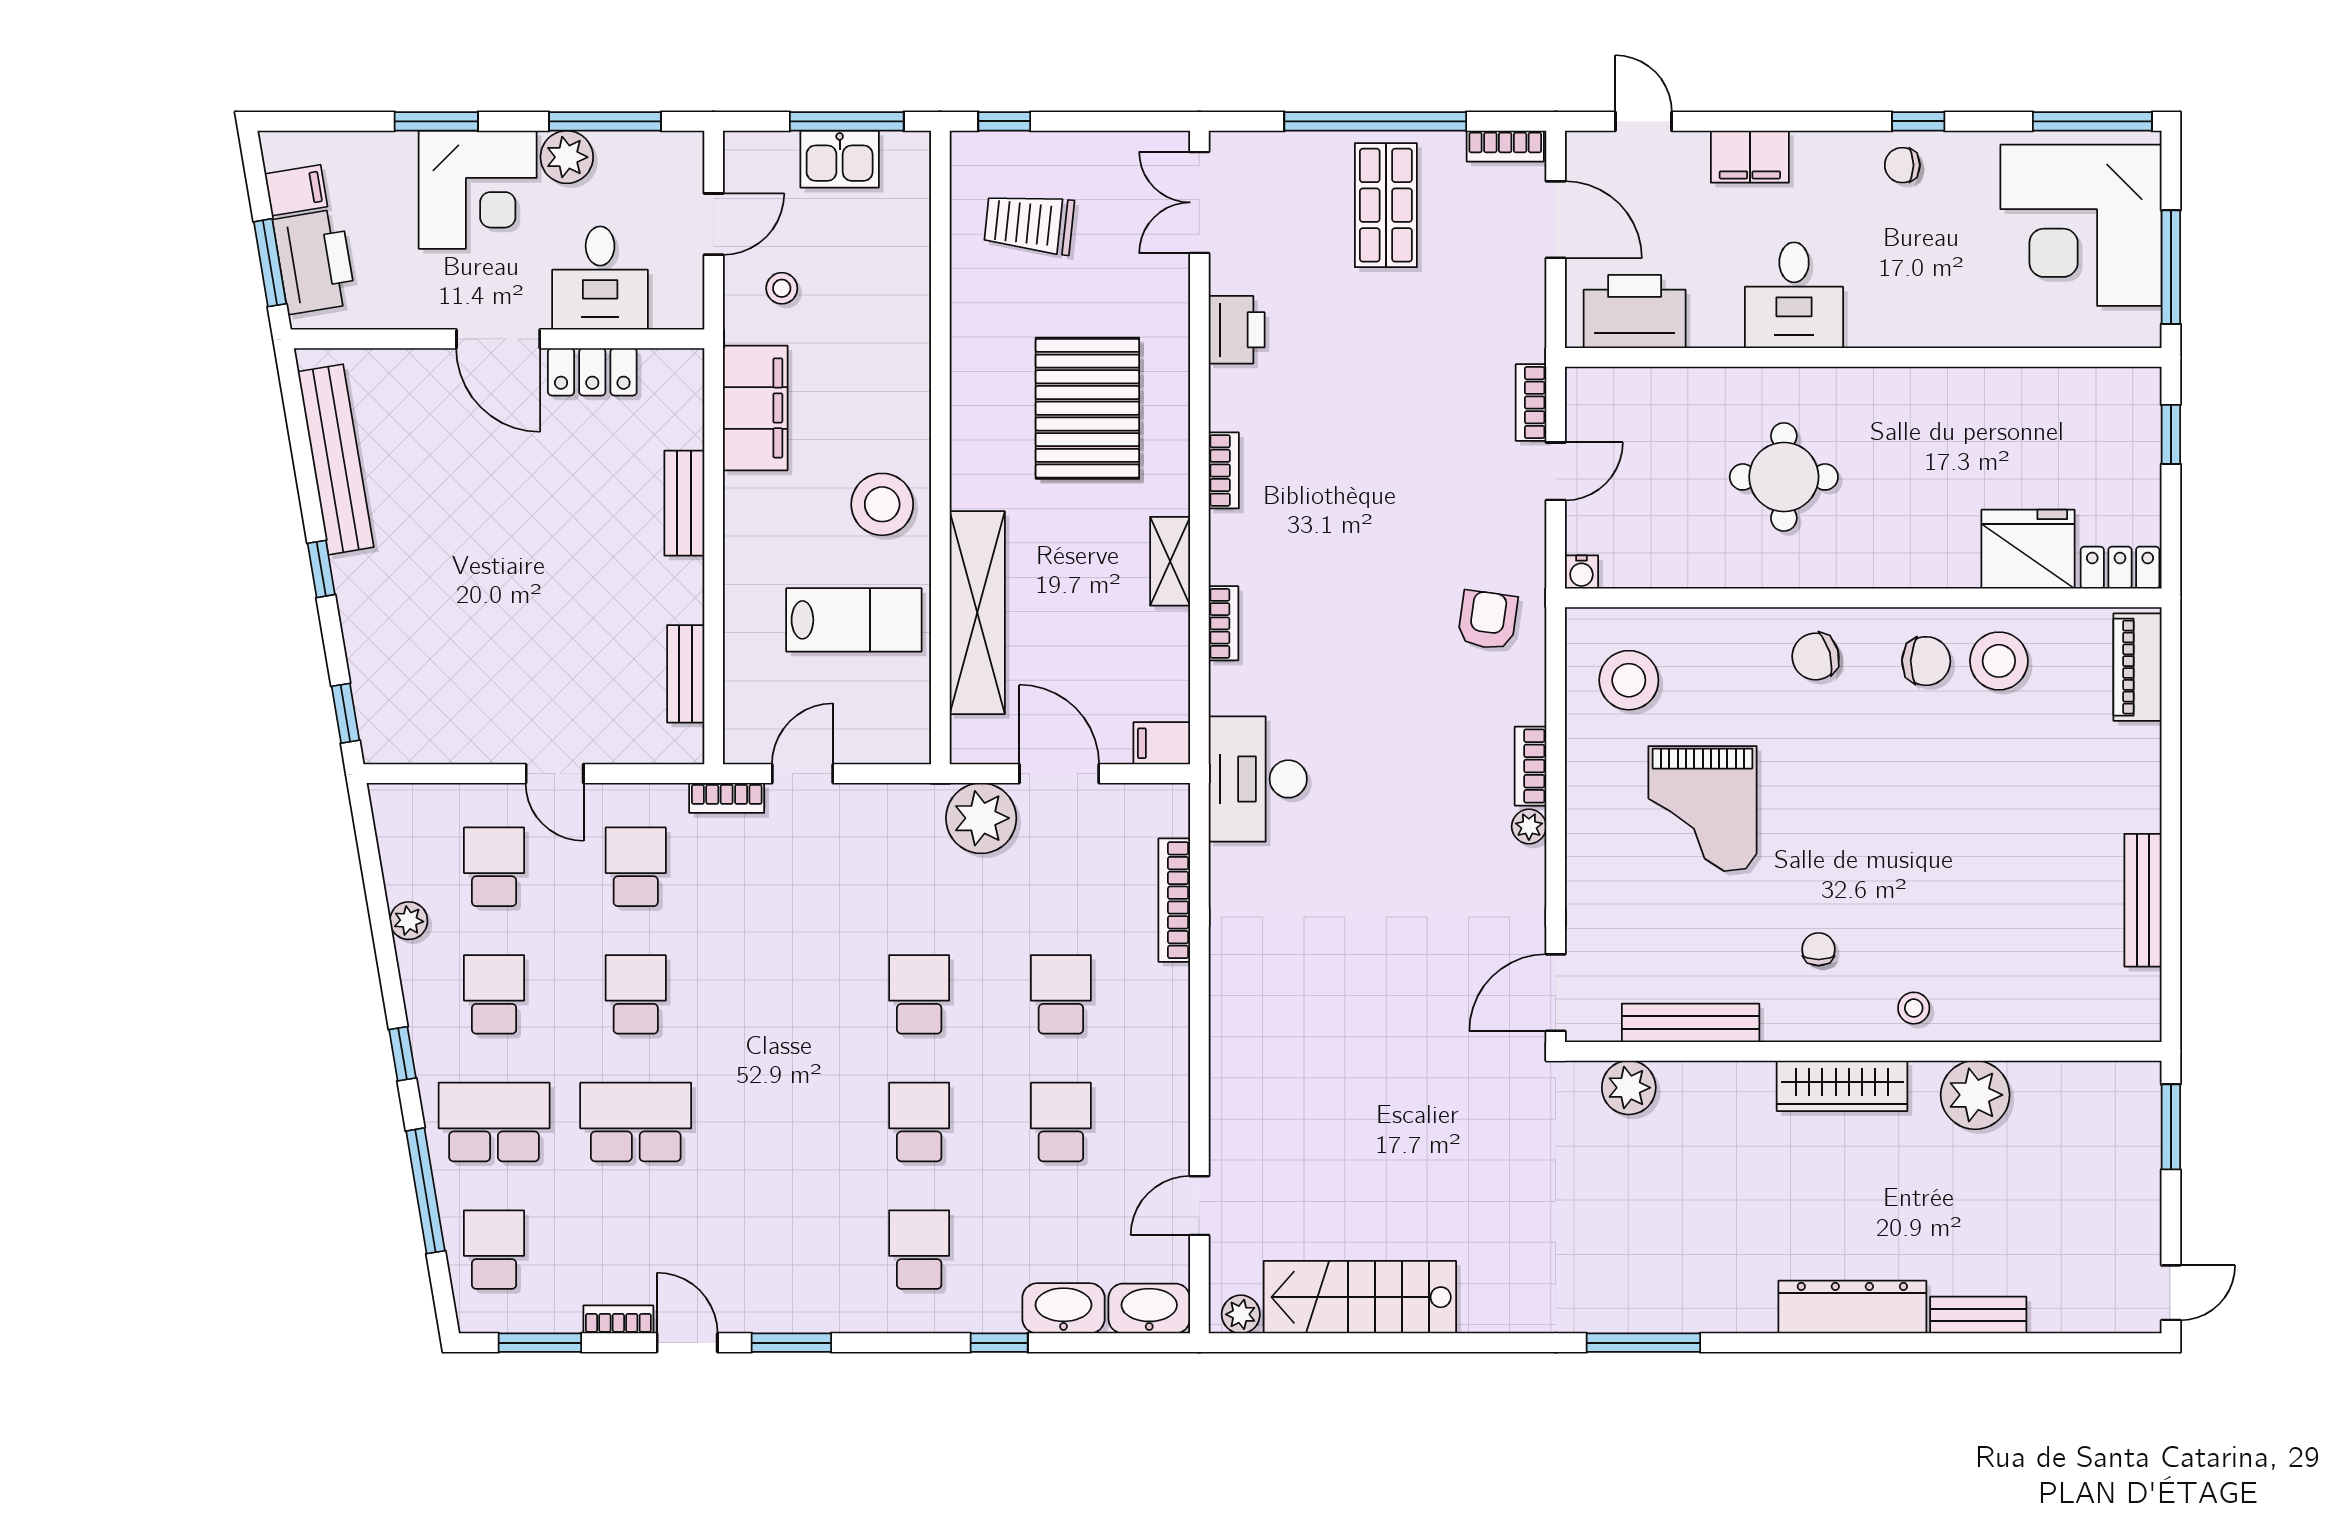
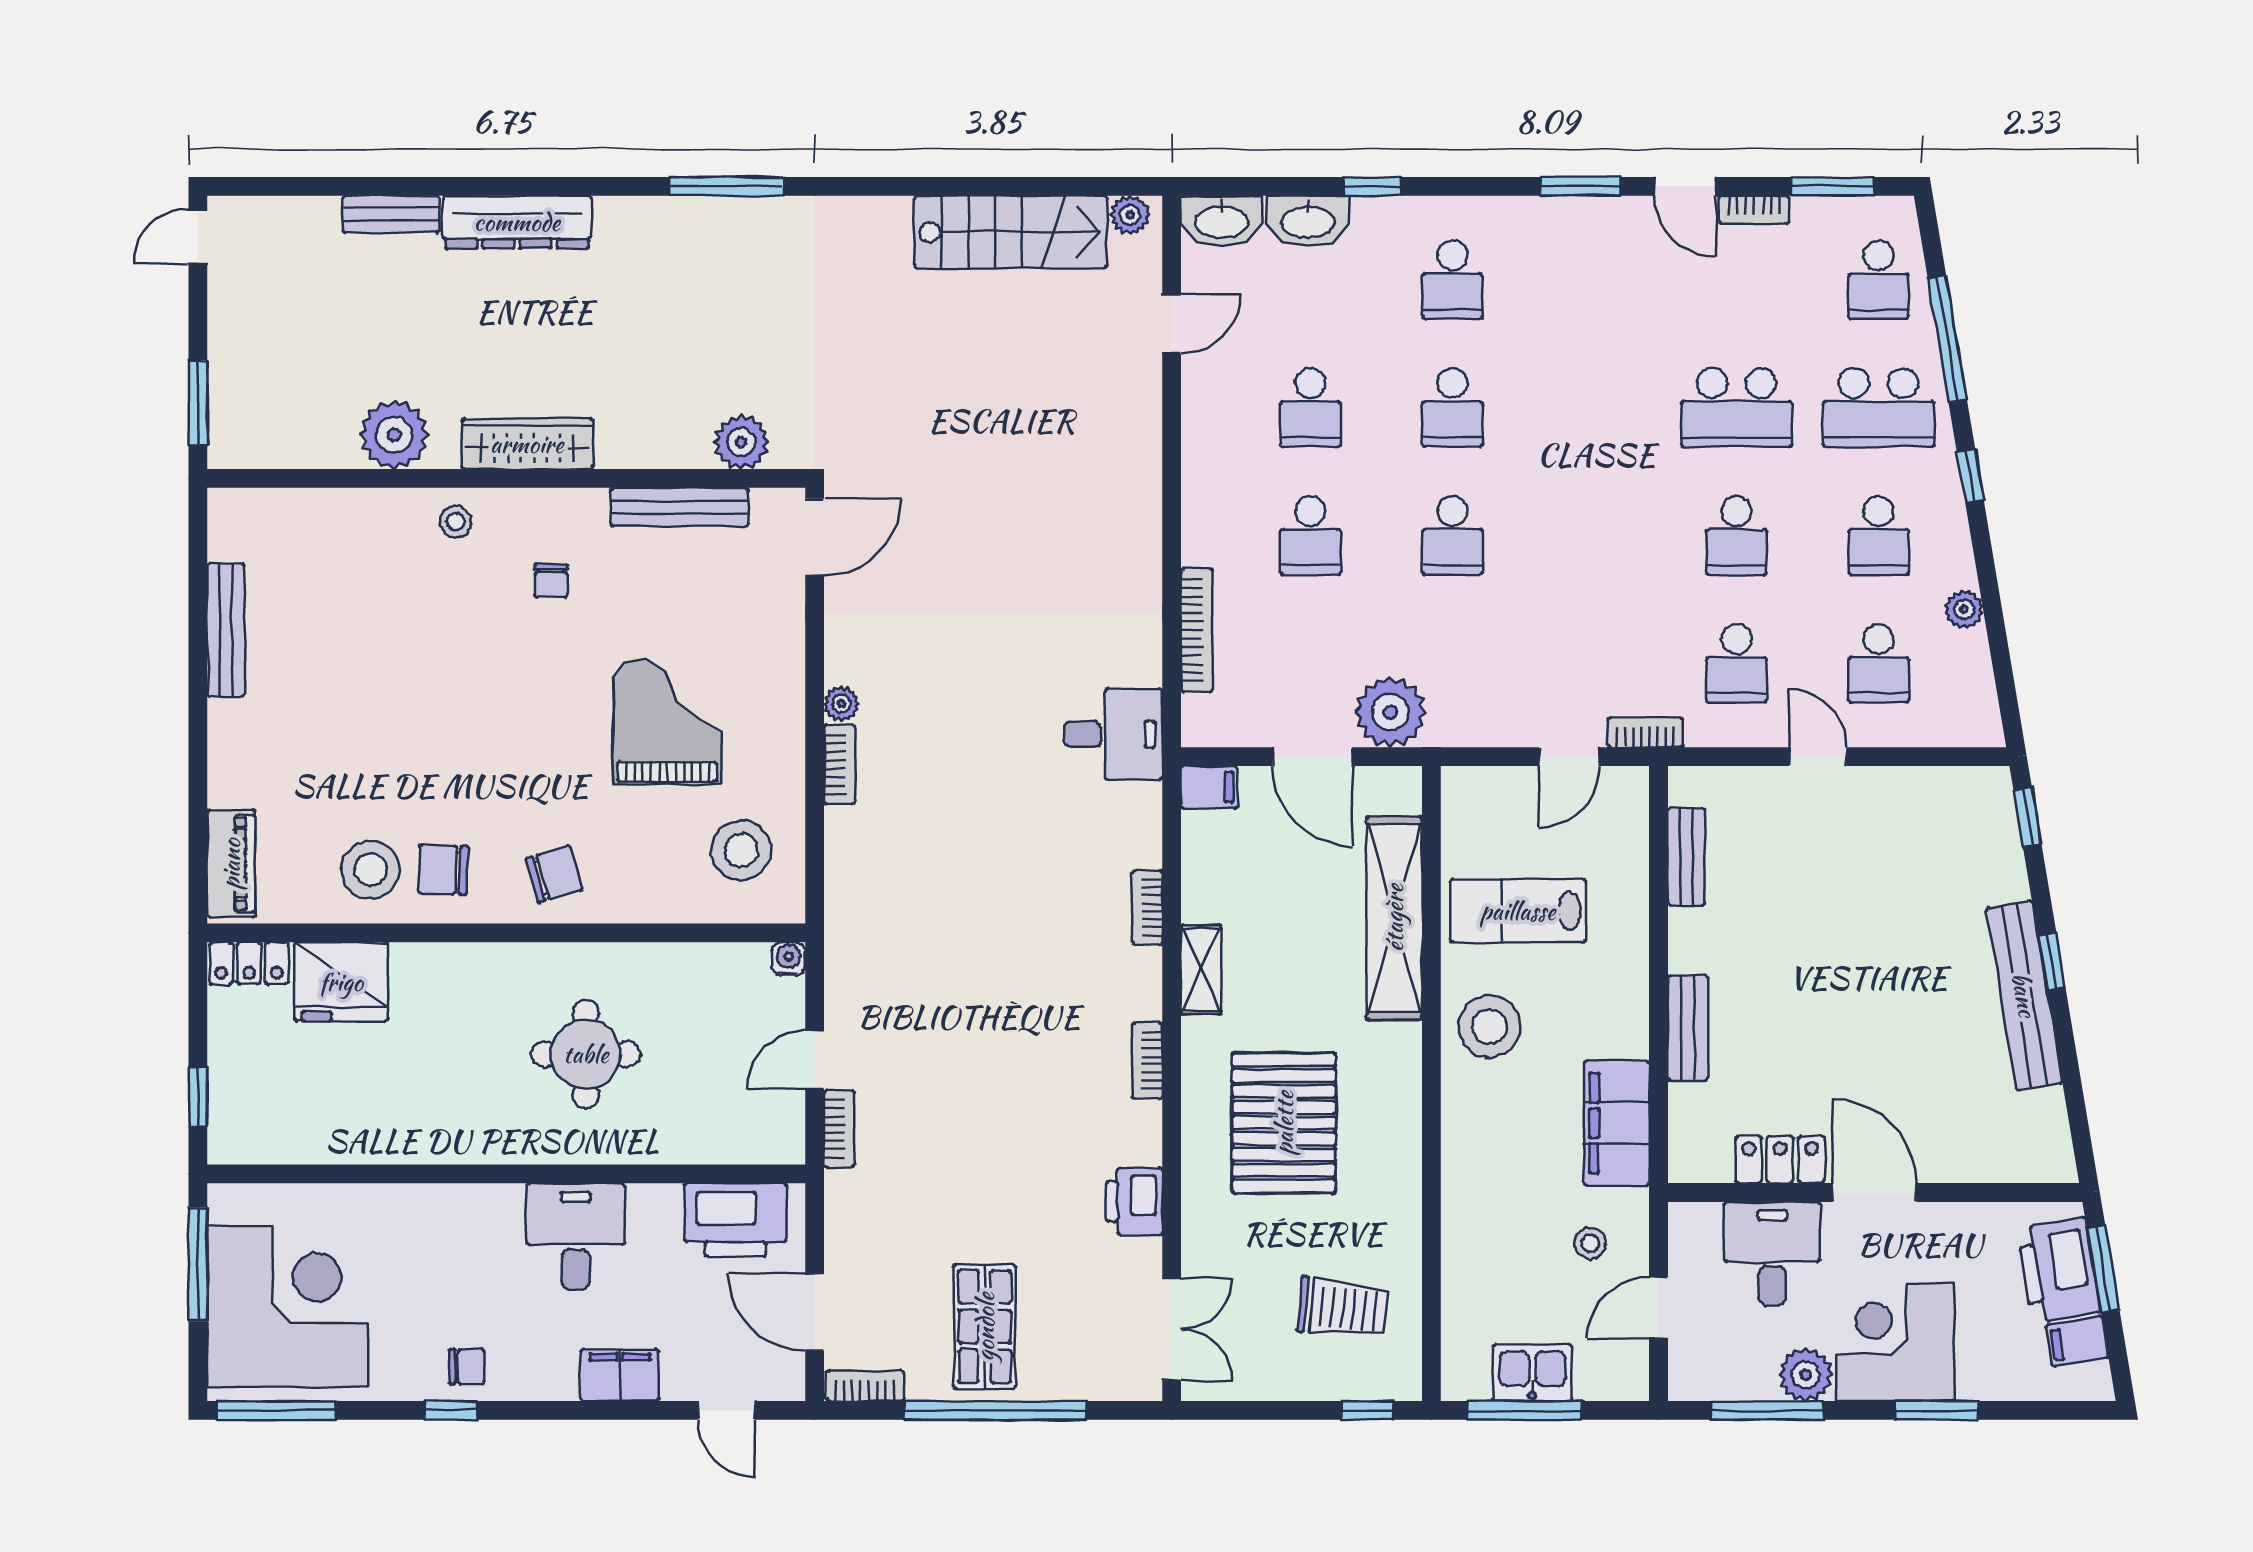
bench: (336, 459) -> (2024, 995), moved
armchair: (1488, 620) -> (883, 911), removed
desk: (1258, 779) -> (1113, 734), width x0.73

